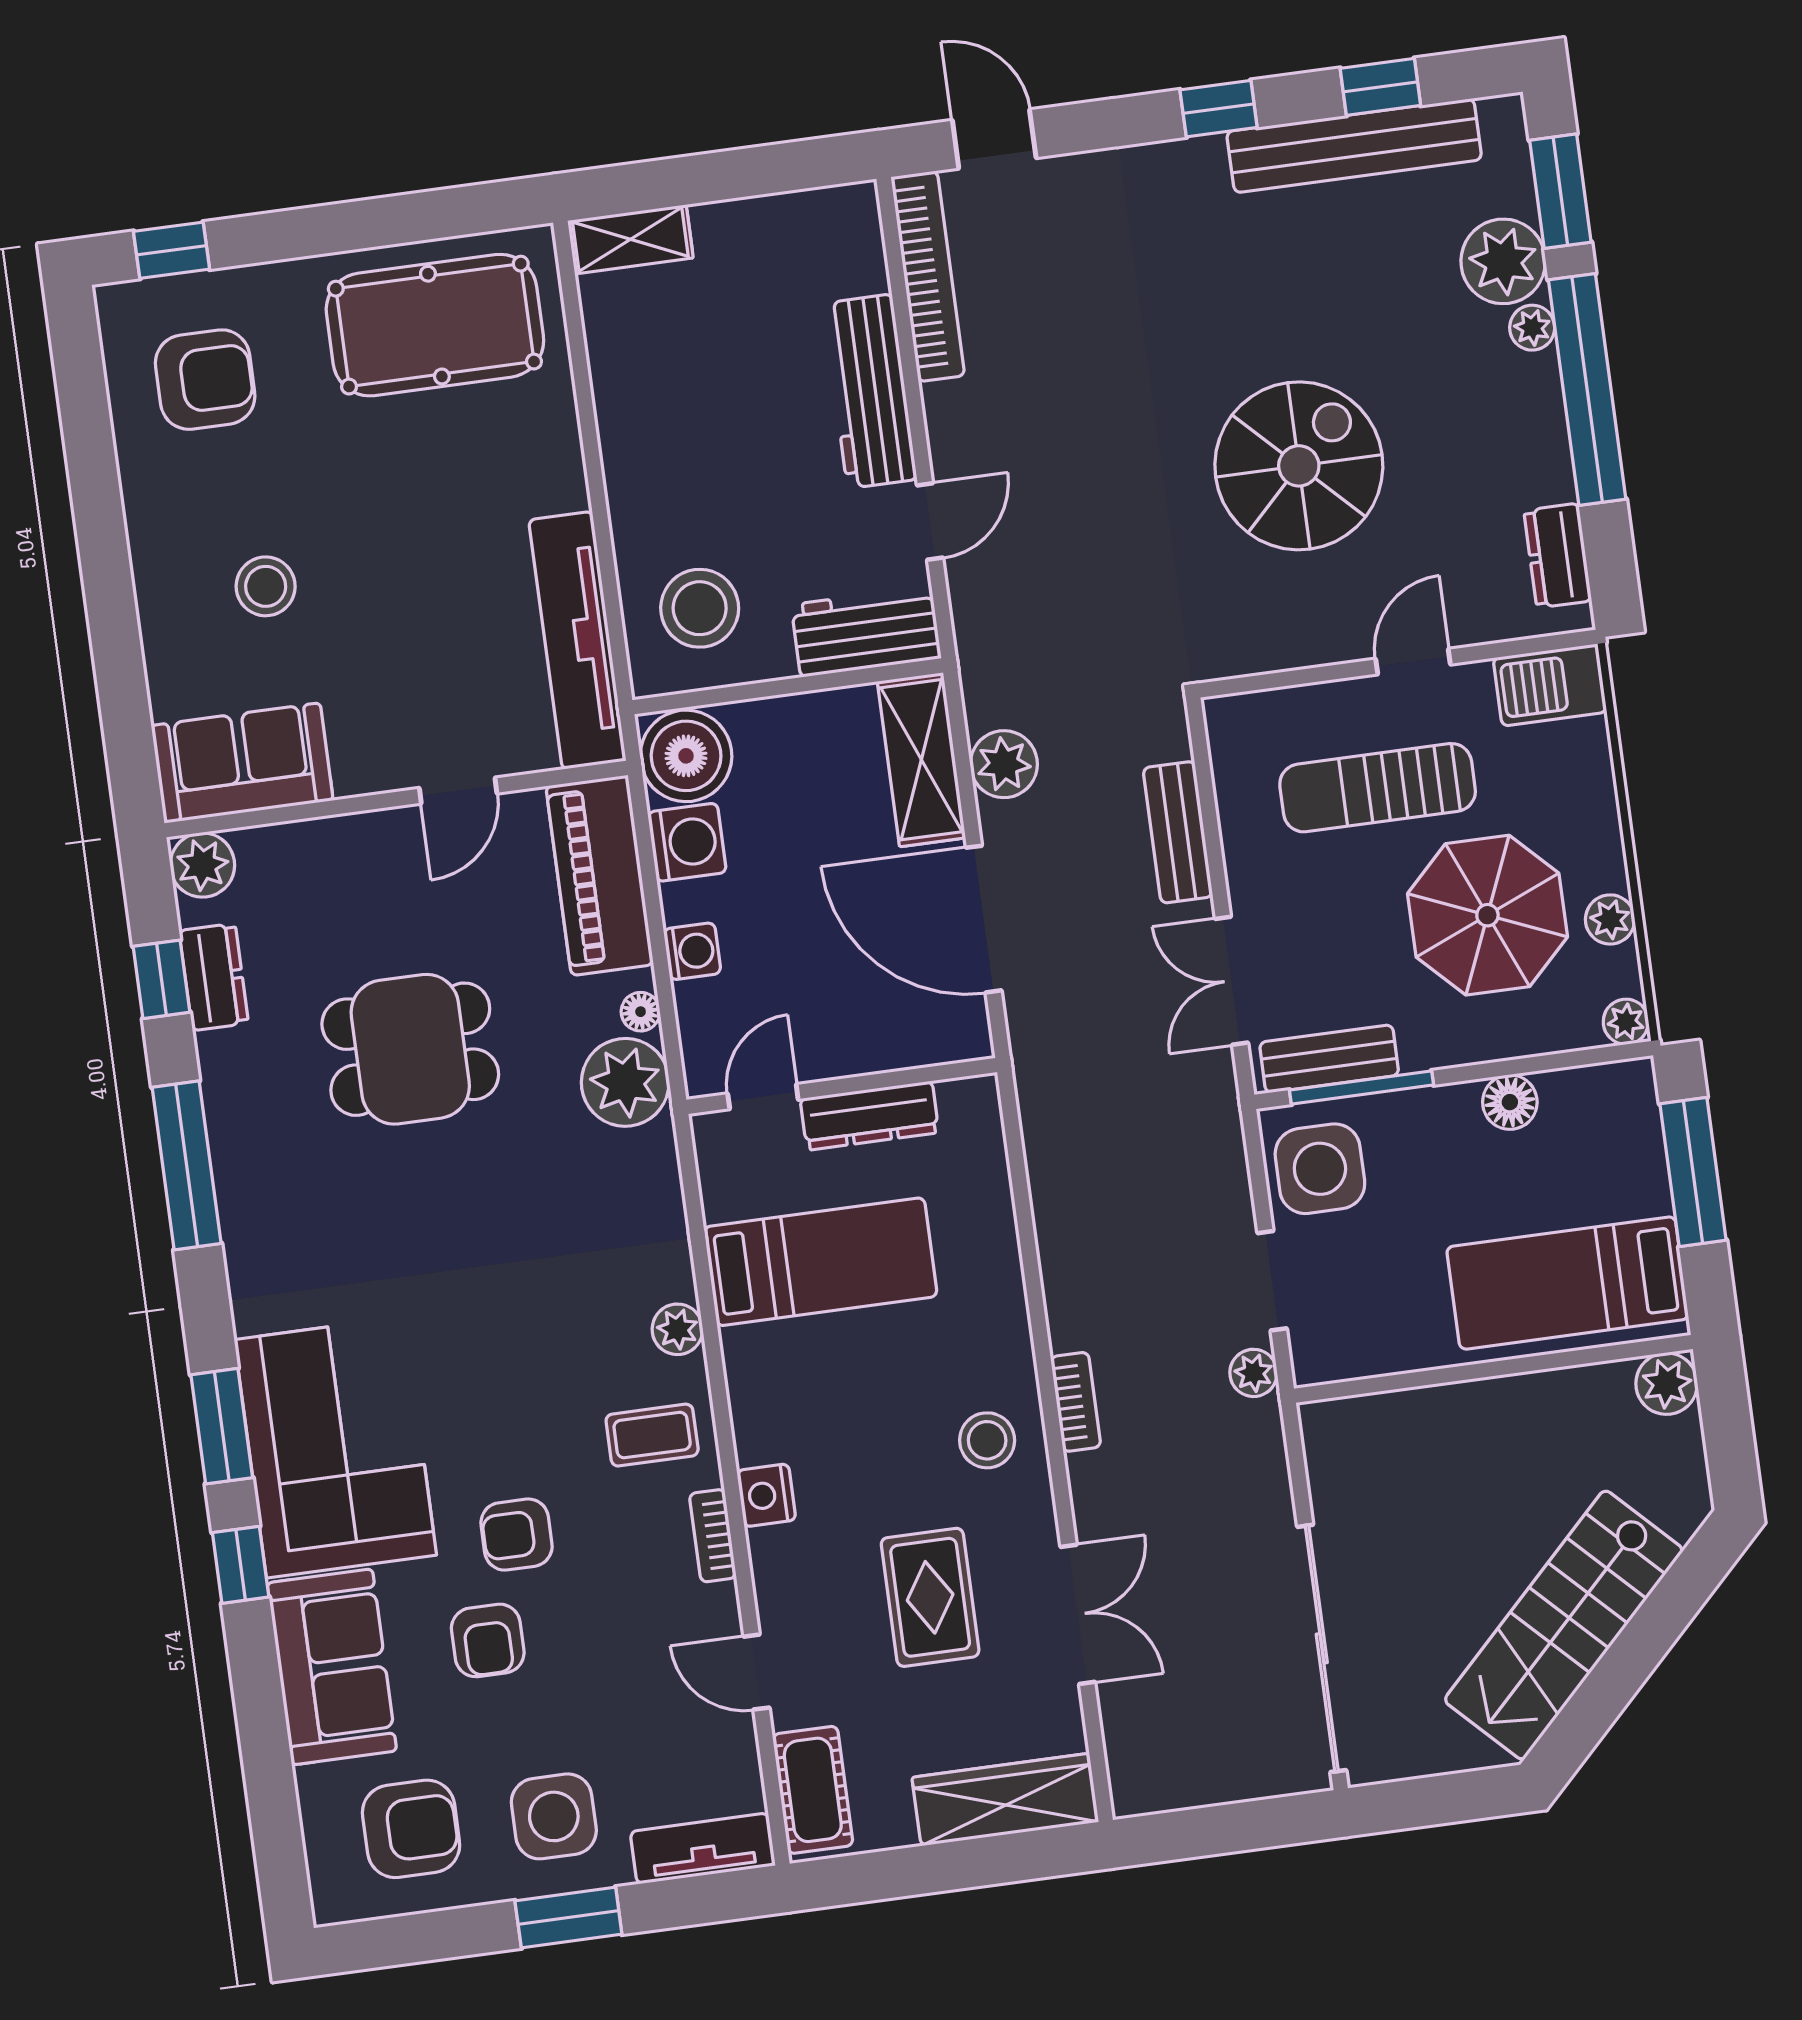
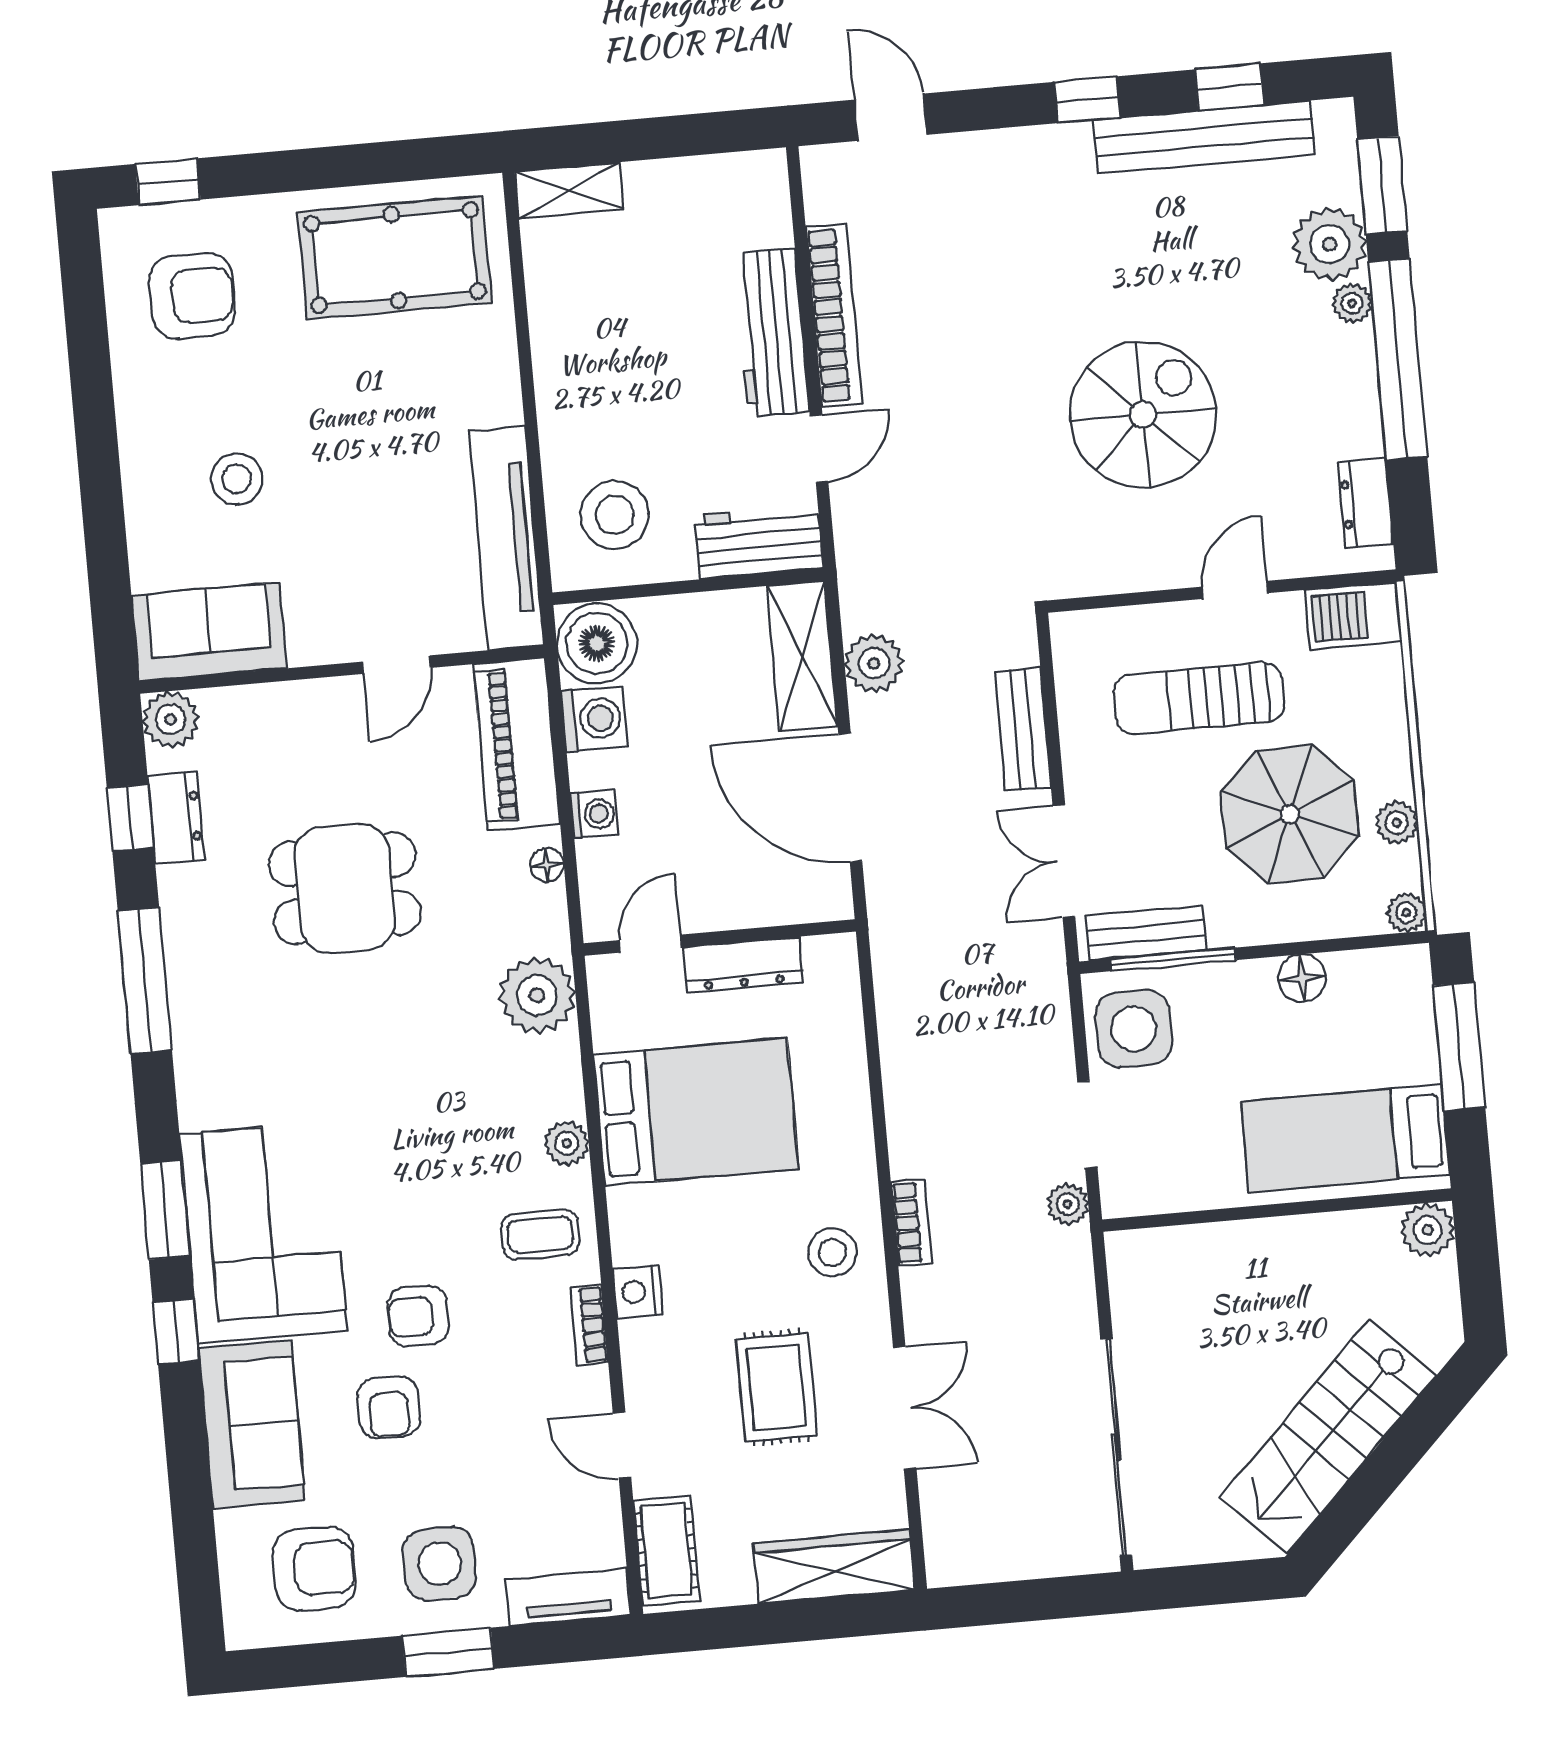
bookcase: (928, 276) -> (834, 315), moved
plant: (625, 1082) -> (537, 995), moved
bed: (820, 1262) -> (696, 1112), width x1.50

